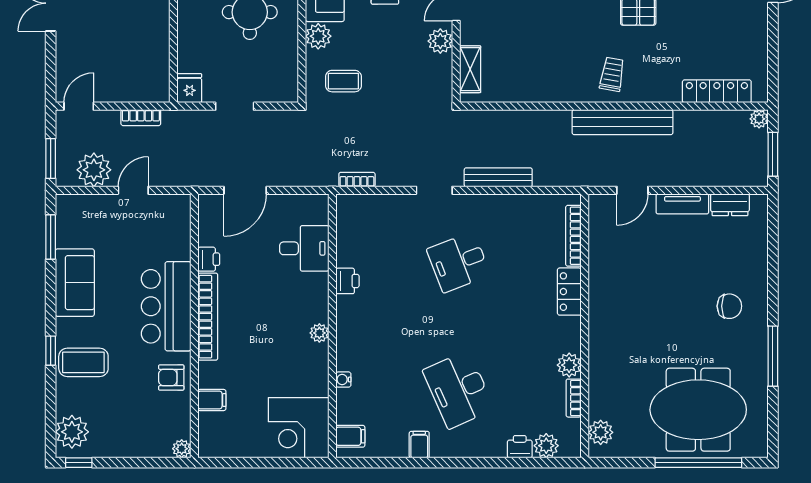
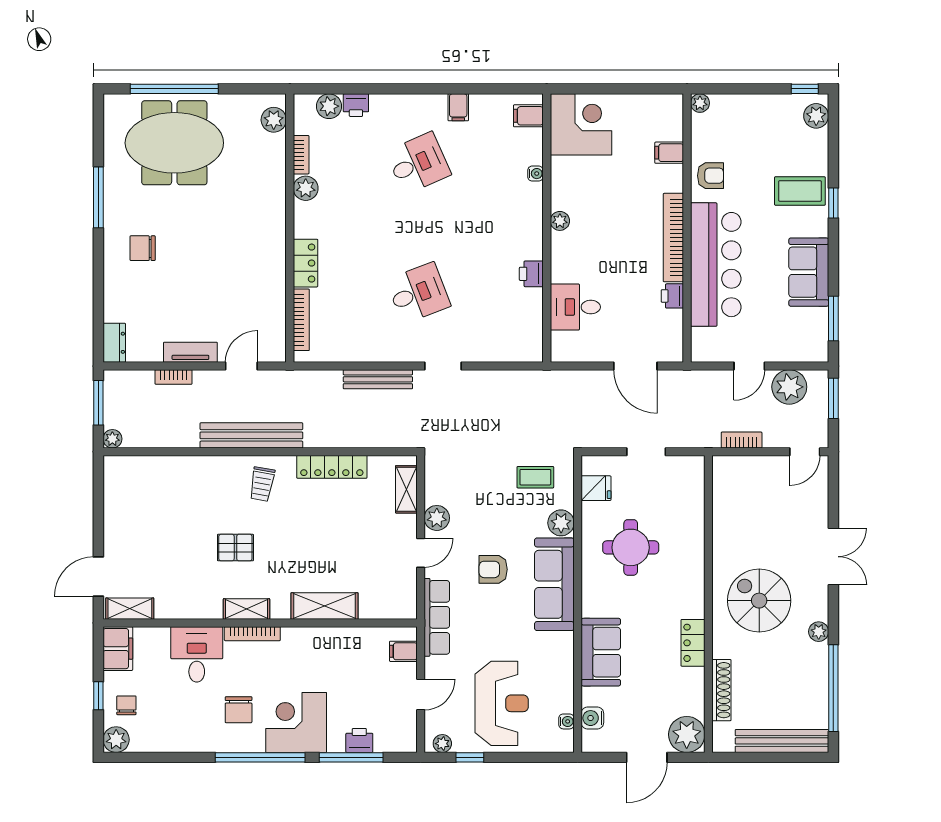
fridge: (190, 88) -> (596, 488), moved, turned -90
locker: (717, 91) -> (332, 467), moved
bookcase: (357, 180) -> (174, 377), moved
door: (245, 190) -> (635, 366), swing flipped
dresser: (730, 205) -> (114, 343), moved, turned 90
bar counter: (166, 306) -> (716, 265), width x1.36
desk: (459, 390) -> (418, 163), width x0.73
plant: (72, 432) -> (816, 116), width x0.73, depth x0.73

